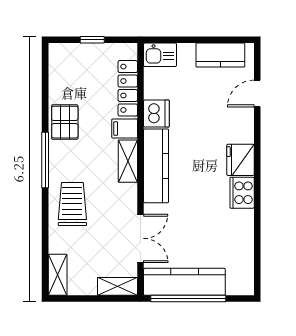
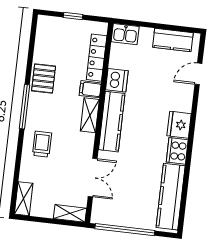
trolley: (72, 204) -> (42, 144), width x0.73, depth x0.72
kitchen counter: (184, 282) -> (171, 197), moved, turned -90

